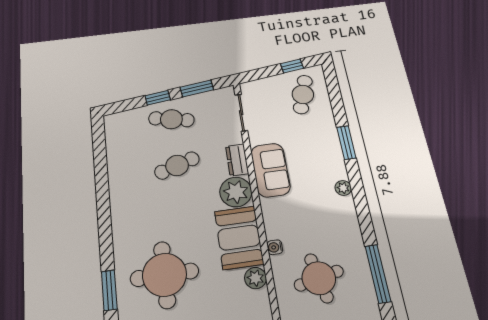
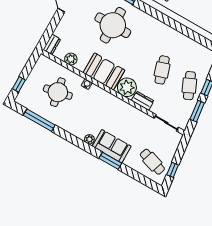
cafe table: (171, 119) -> (189, 86), turned -36
sofa: (271, 170) -> (112, 146), moved, turned 180
plant: (255, 278) -> (71, 59), moved

